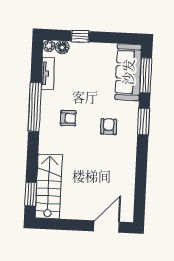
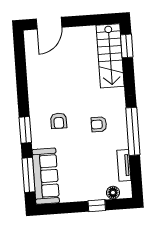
plant: (49, 46) -> (126, 192), removed

